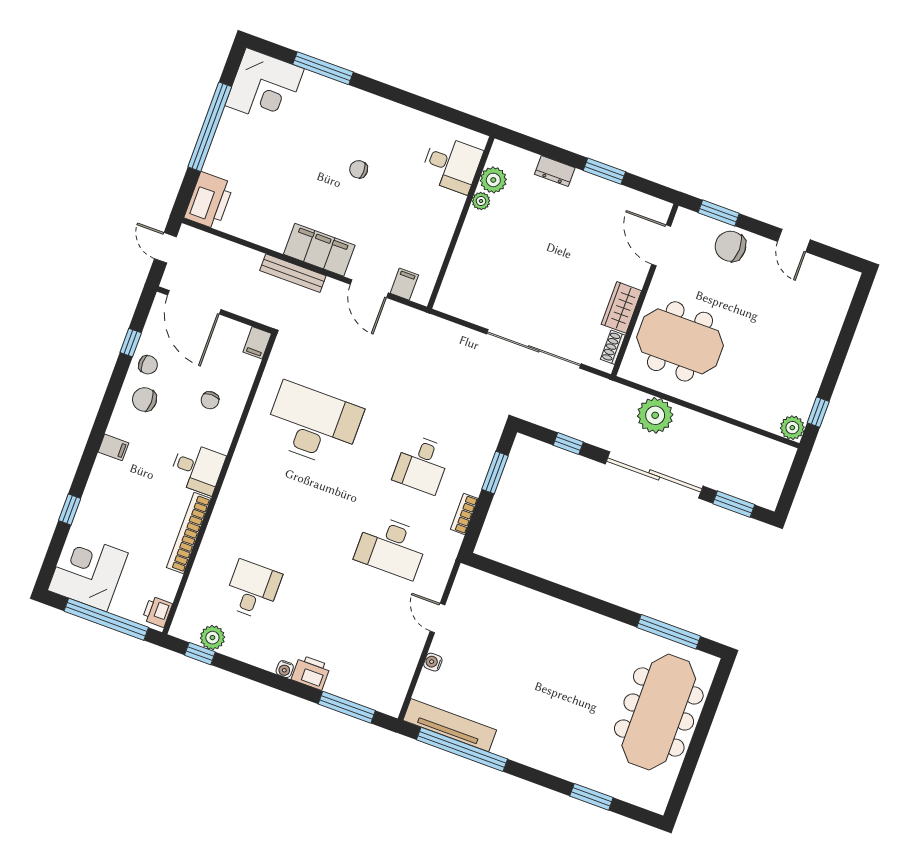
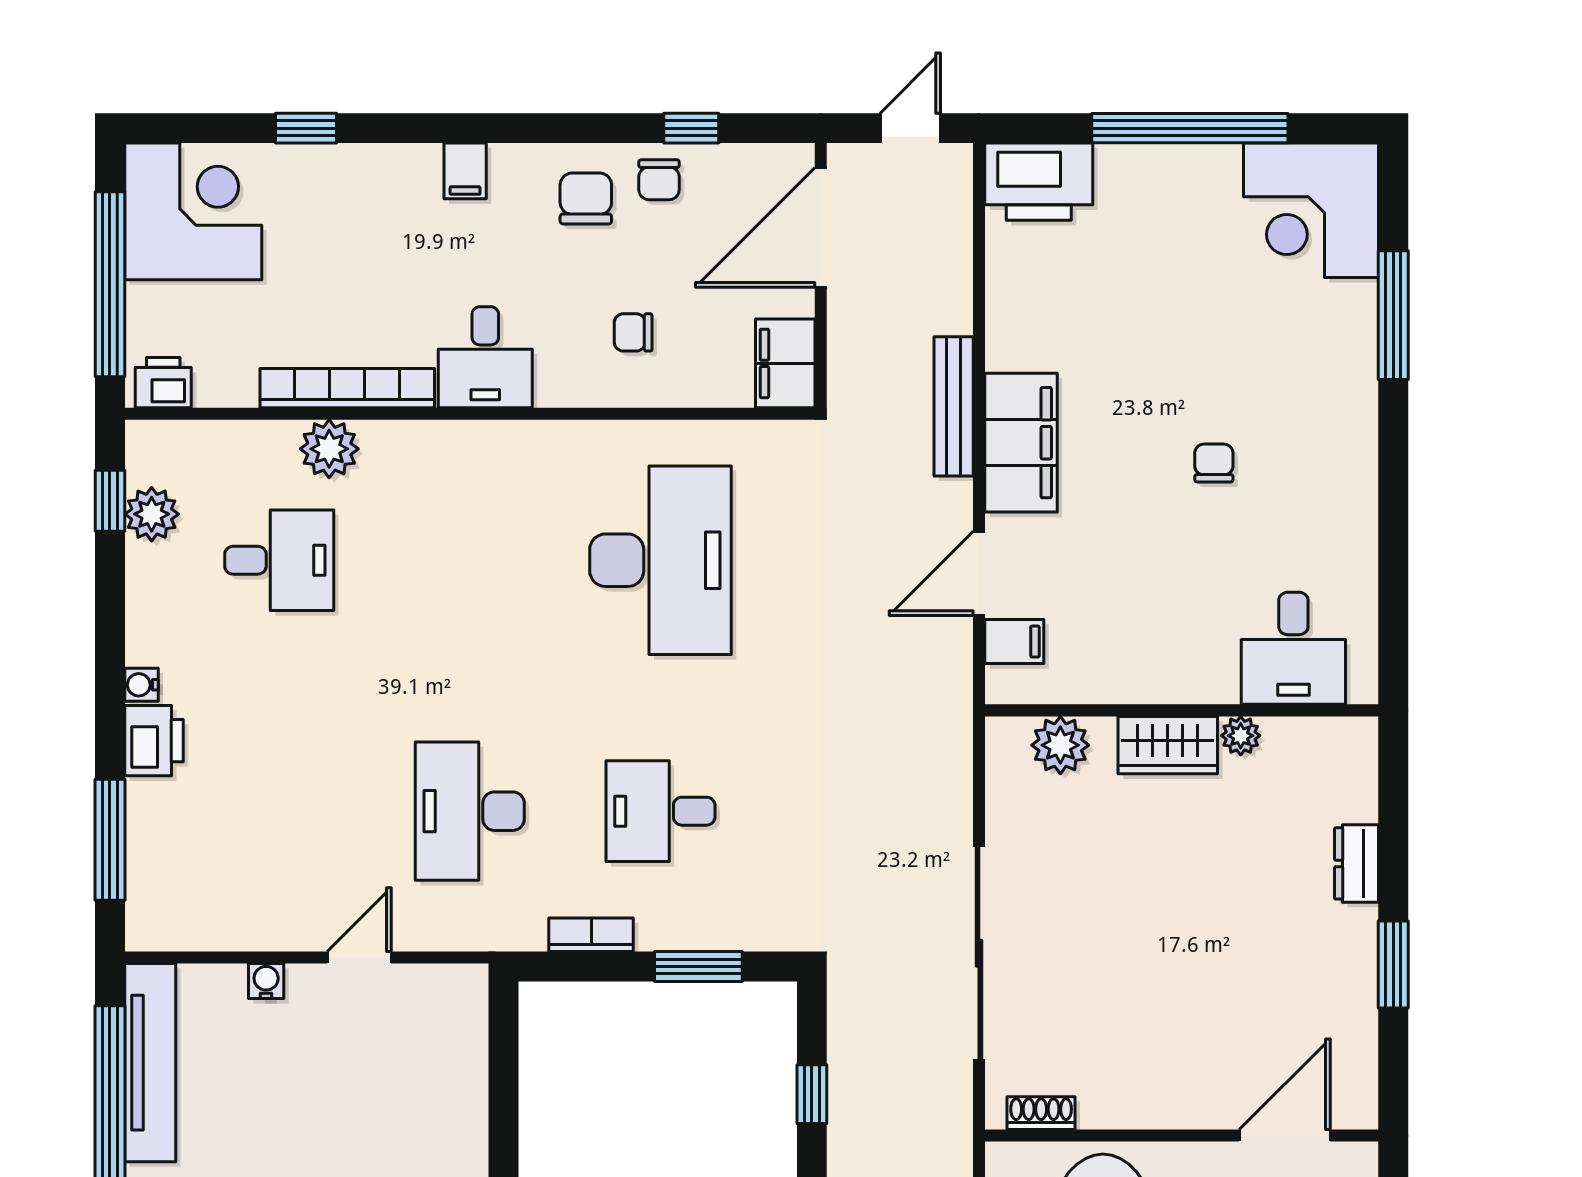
plant: (493, 180) -> (1060, 745), moved
wardrobe: (621, 307) -> (1168, 745), moved, turned 180
filing cabinet: (257, 343) -> (785, 363), width x2.00
plant: (212, 550) -> (329, 449), added

